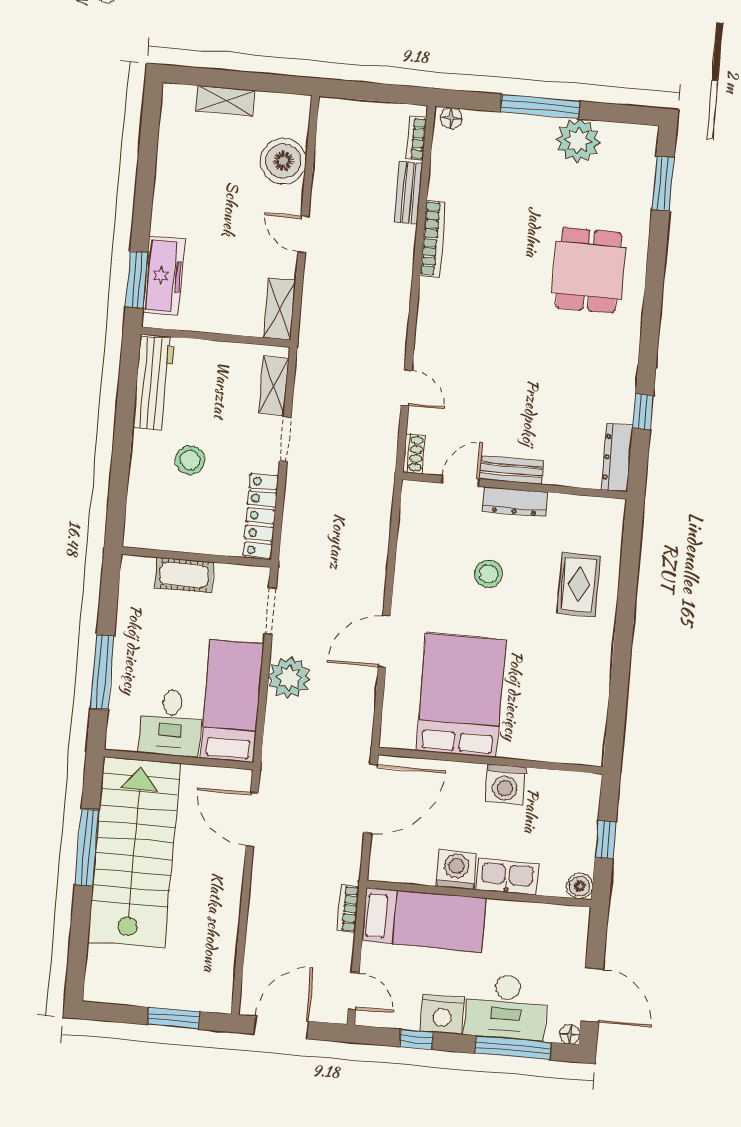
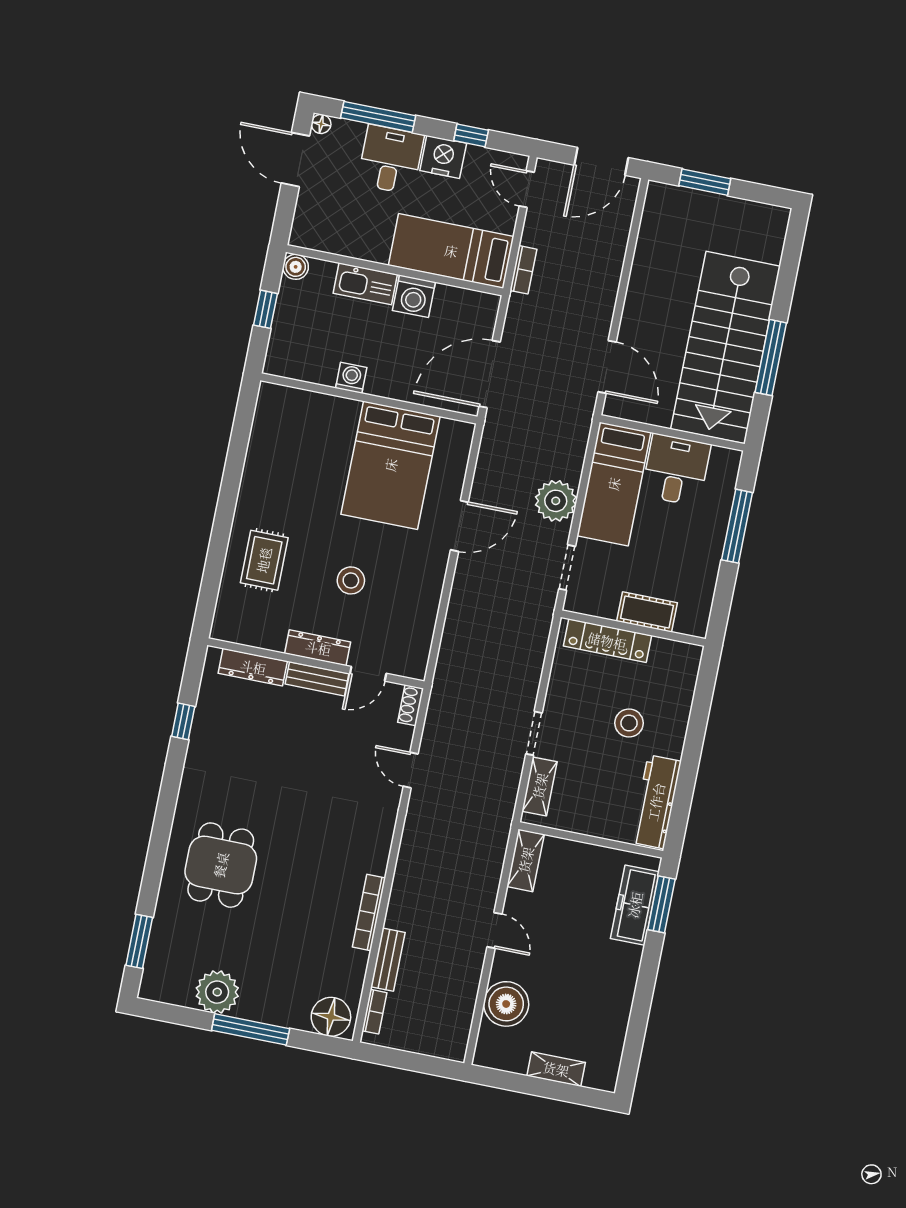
floor lamp: (451, 118) -> (331, 1017), width x1.89, depth x1.89
dresser: (617, 458) -> (253, 667), moved, turned 90
locker: (261, 516) -> (607, 641), moved, turned 90
washing machine: (505, 784) -> (351, 378), width x0.73, depth x0.73
desk: (506, 1007) -> (391, 159), width x0.73

